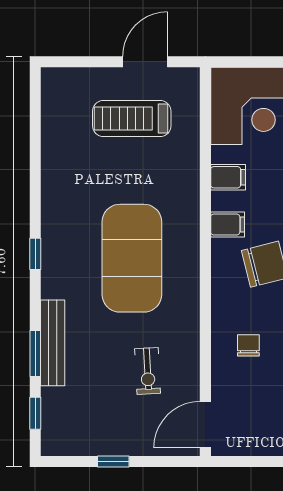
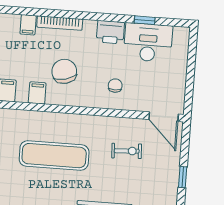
exercise mat: (132, 258) -> (54, 156), width x0.68
chair: (248, 345) -> (115, 86), turned 90

